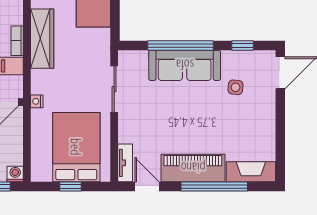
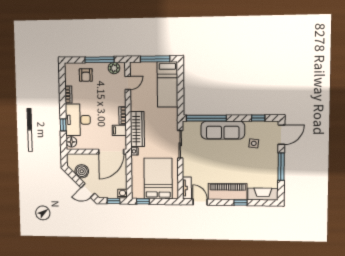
wardrobe: (42, 39) -> (137, 129), moved
window: (180, 46) -> (206, 118), moved
window: (280, 126) -> (281, 167), added
window: (70, 187) -> (143, 201), moved
window: (214, 187) -> (240, 203), width x0.32

